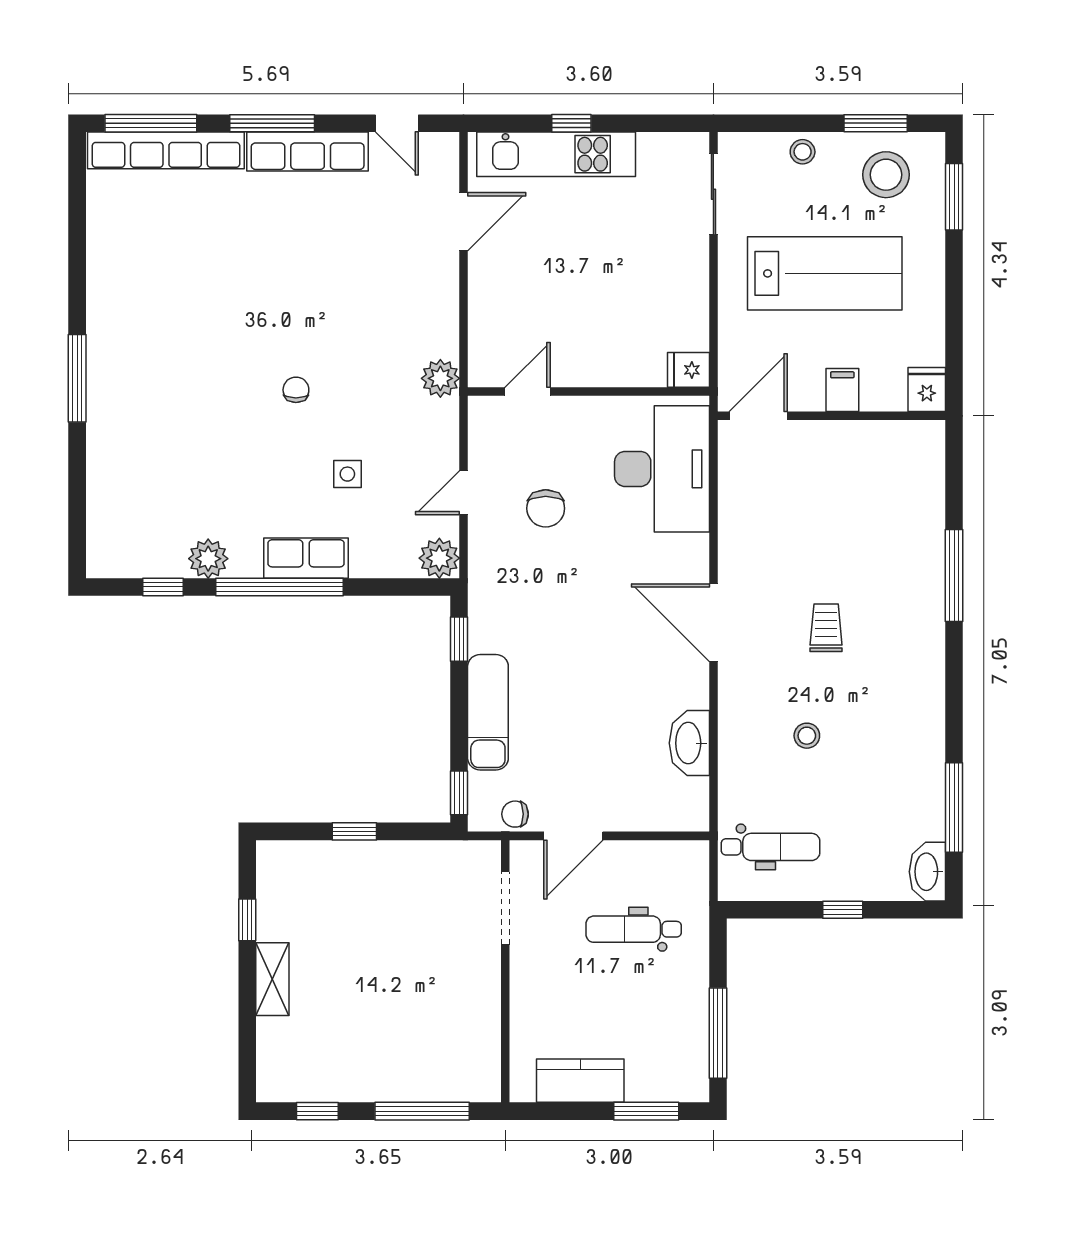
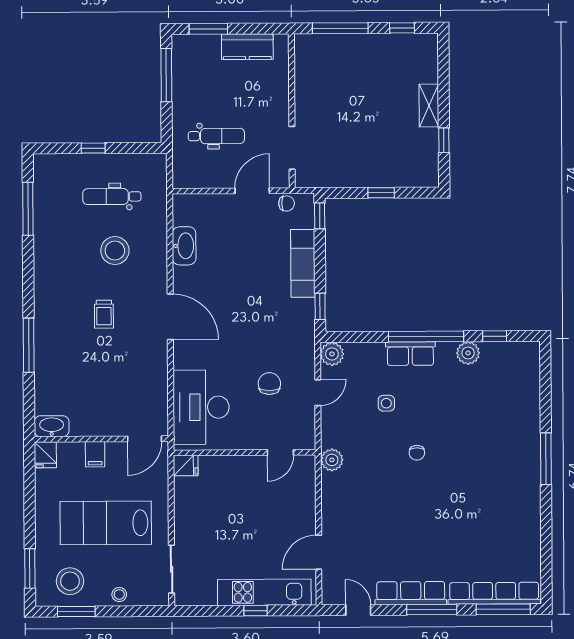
stool: (807, 736) -> (115, 251), width x1.89, depth x1.89
dental chair: (770, 847) -> (112, 197), moved
washbasin: (927, 872) -> (52, 426), moved, turned -90

